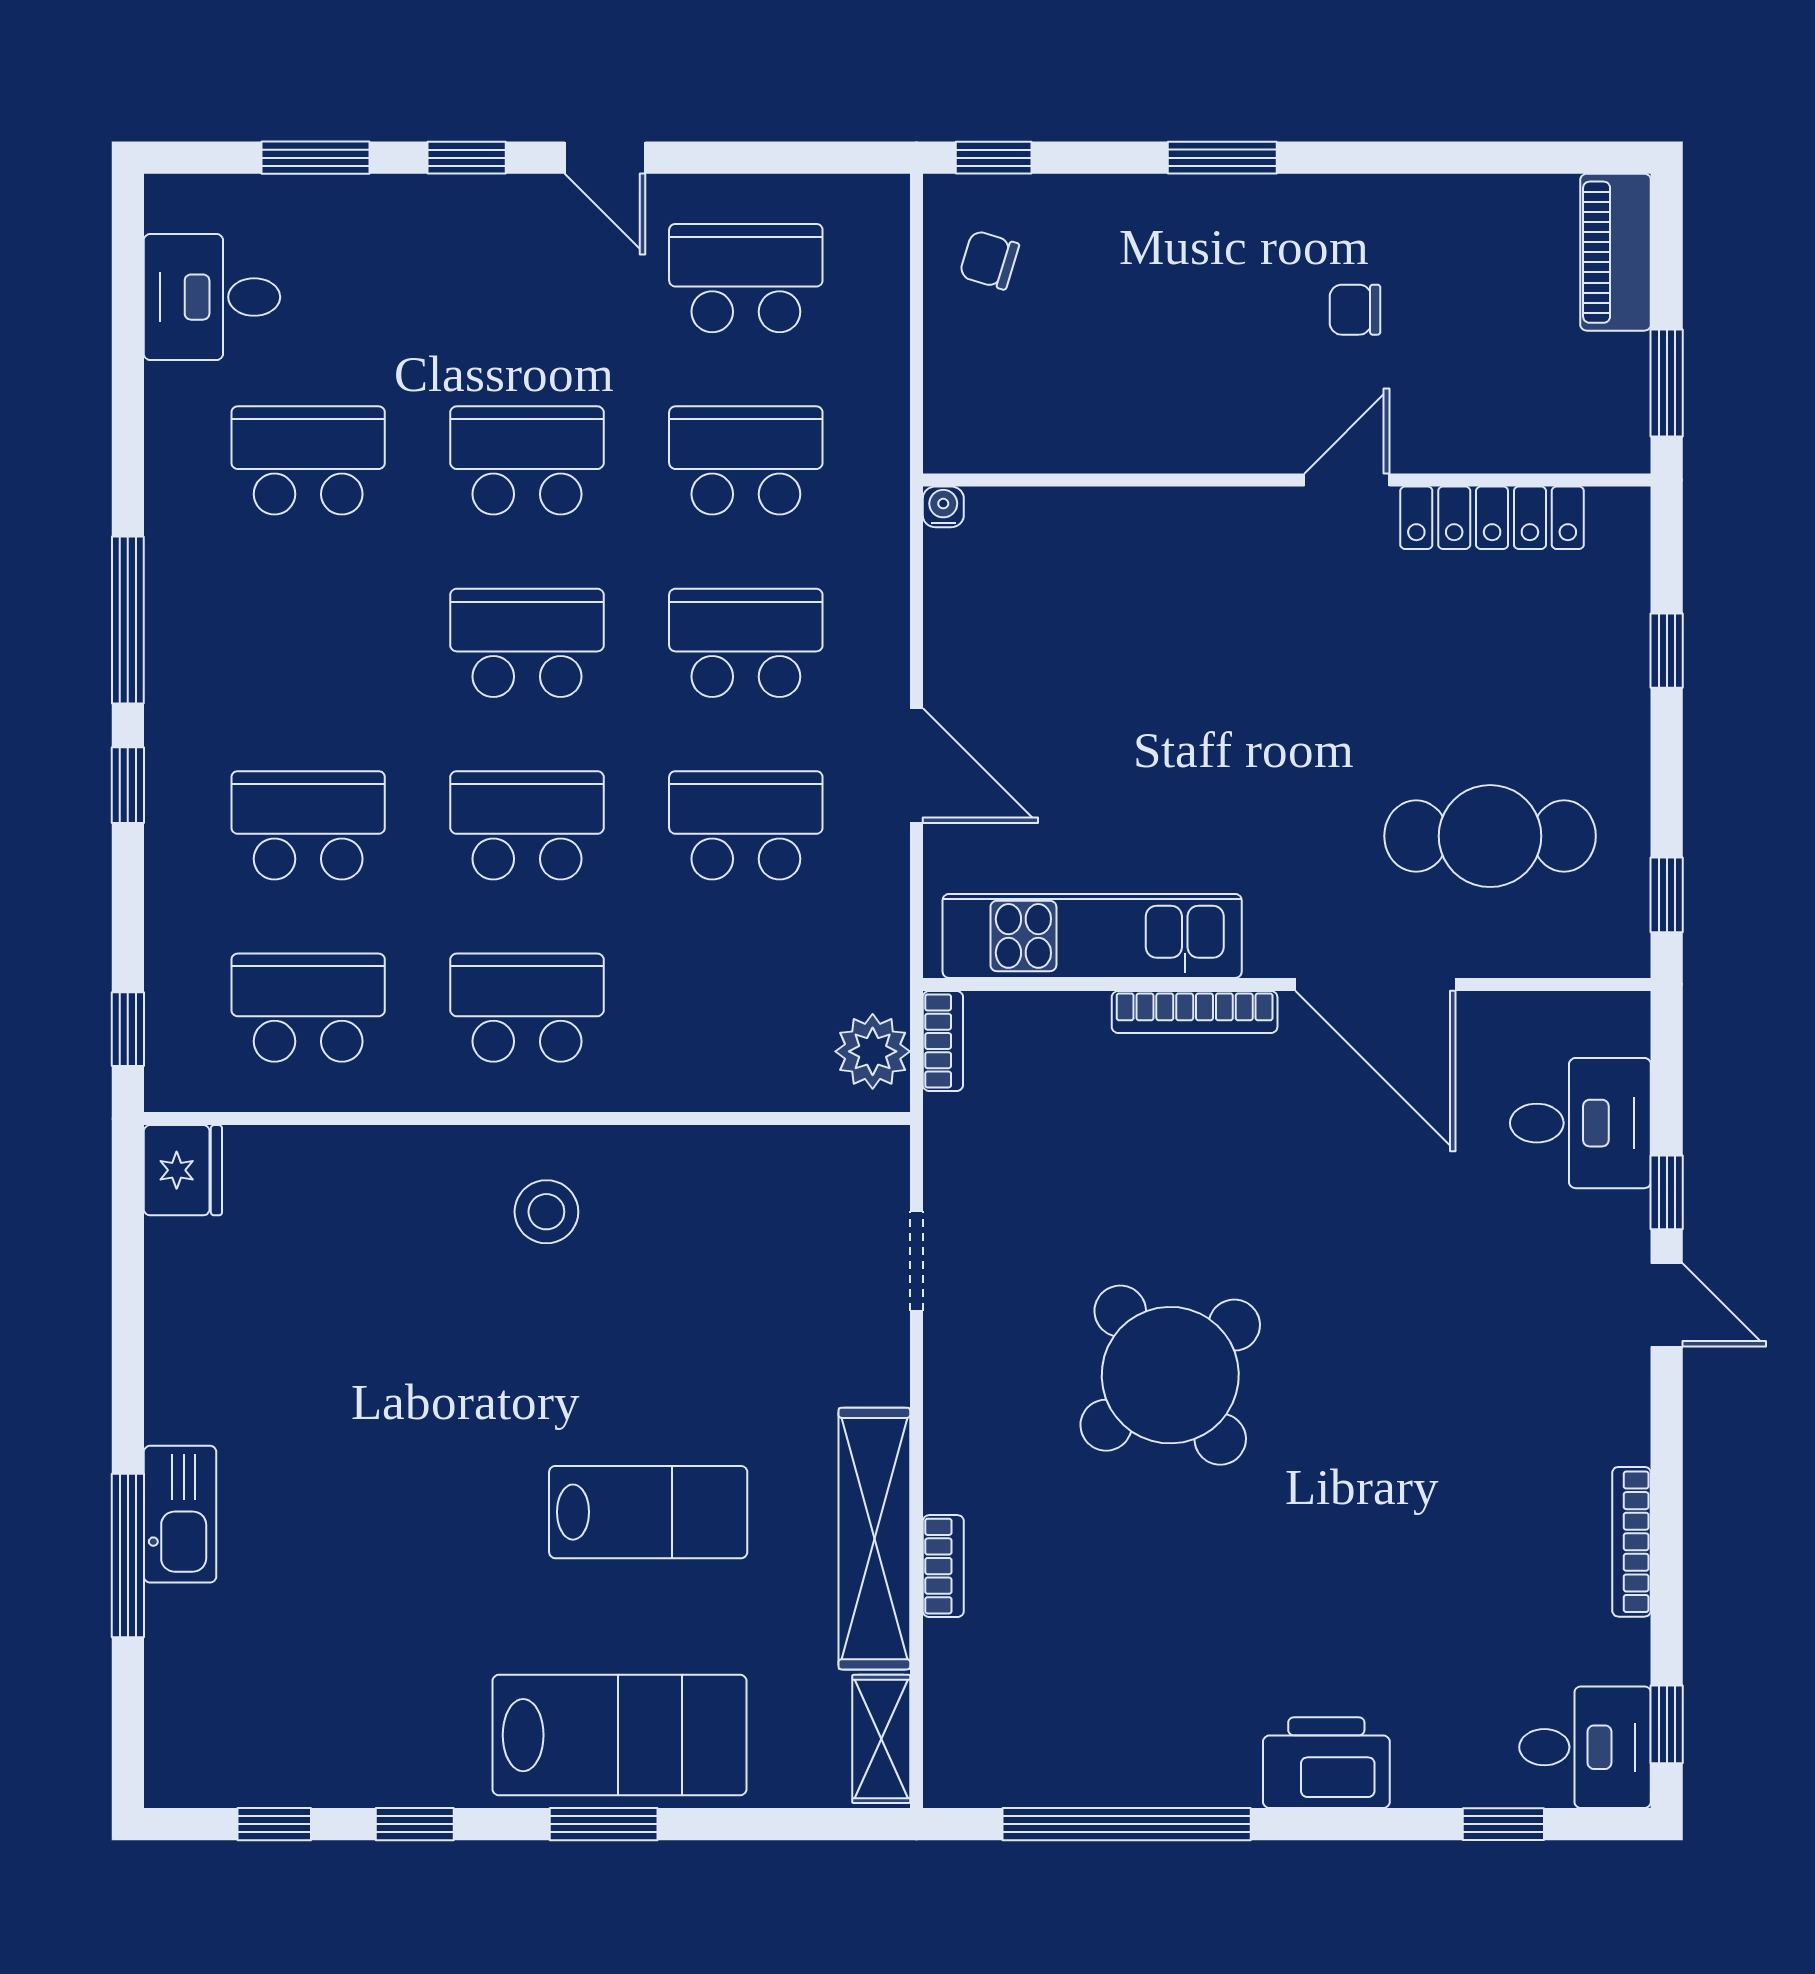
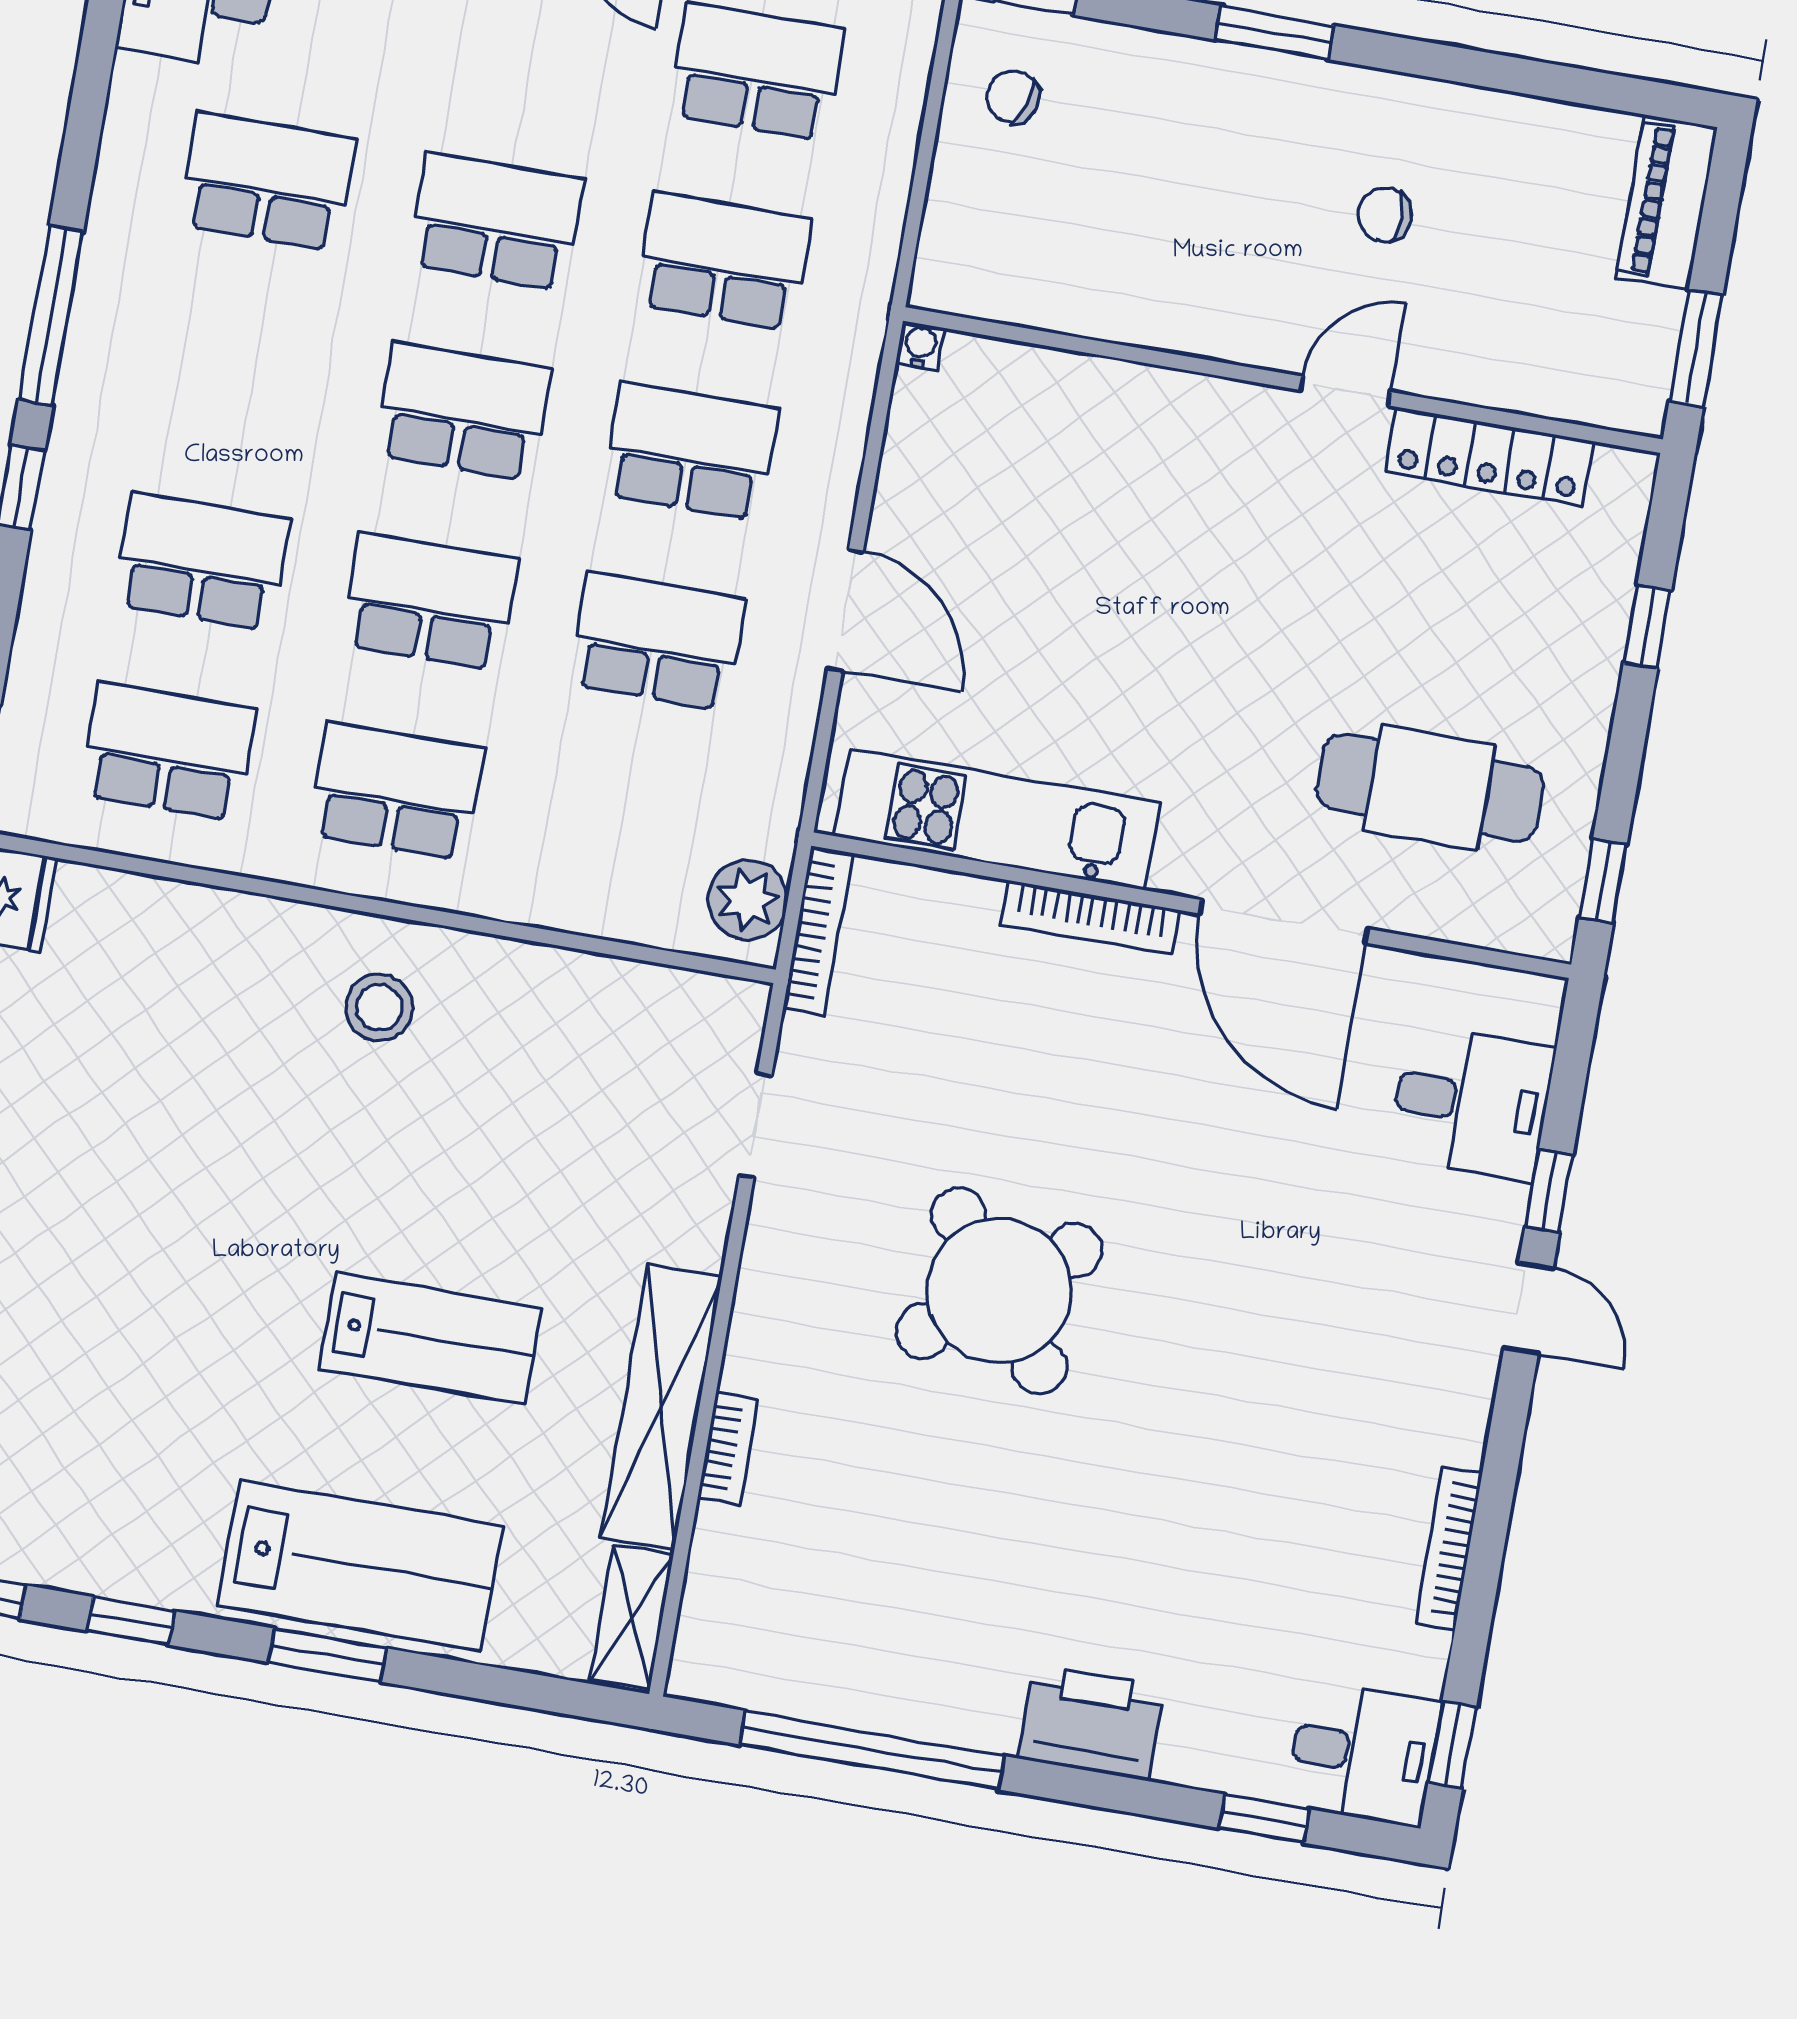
bookcase: (943, 1041) -> (818, 931), width x1.56

